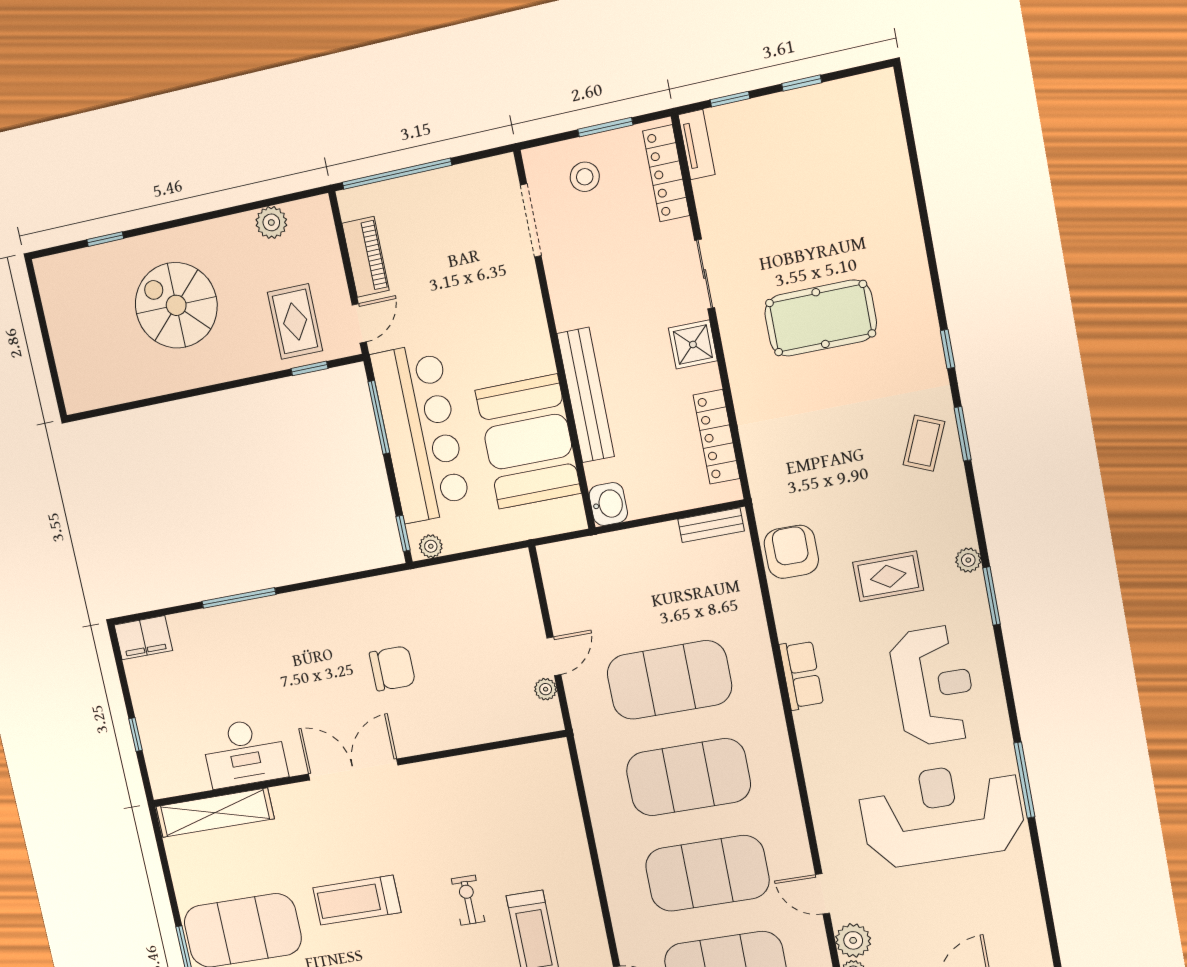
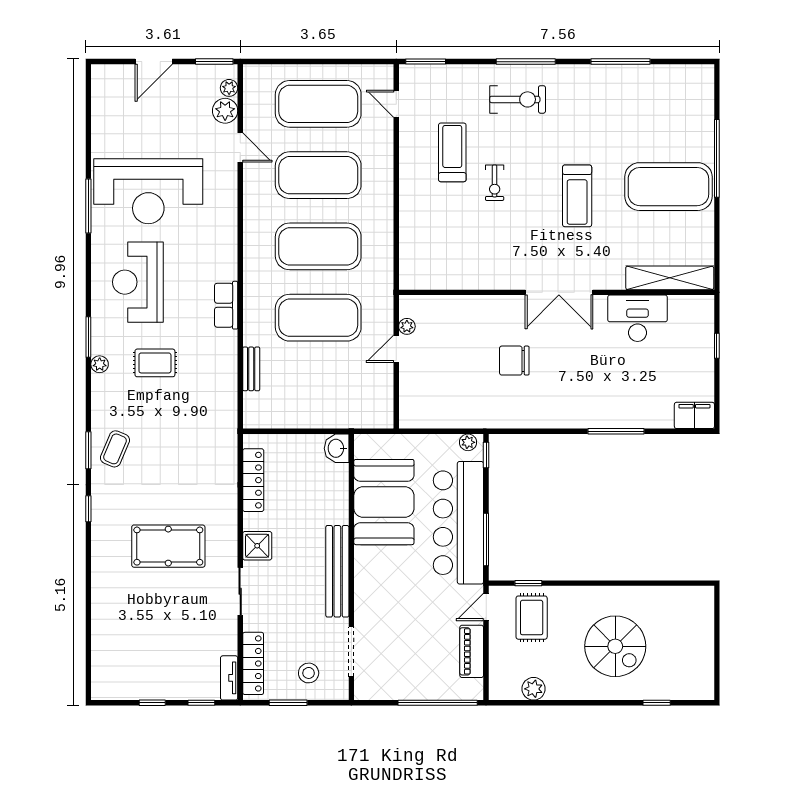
bench: (586, 395) -> (337, 571), moved
bench: (711, 525) -> (251, 369), moved, turned 90
armchair: (791, 552) -> (217, 392), removed
treadmill: (357, 900) -> (577, 196), turned 90

